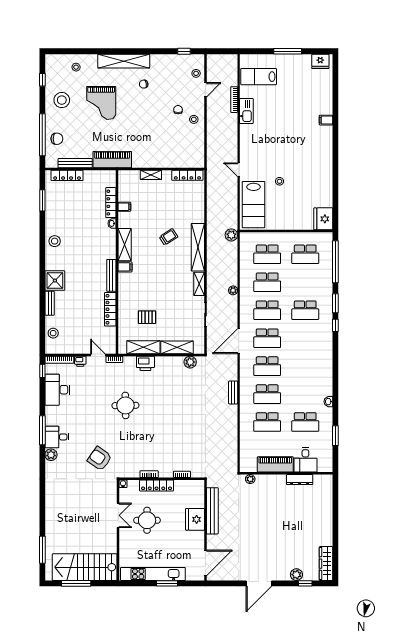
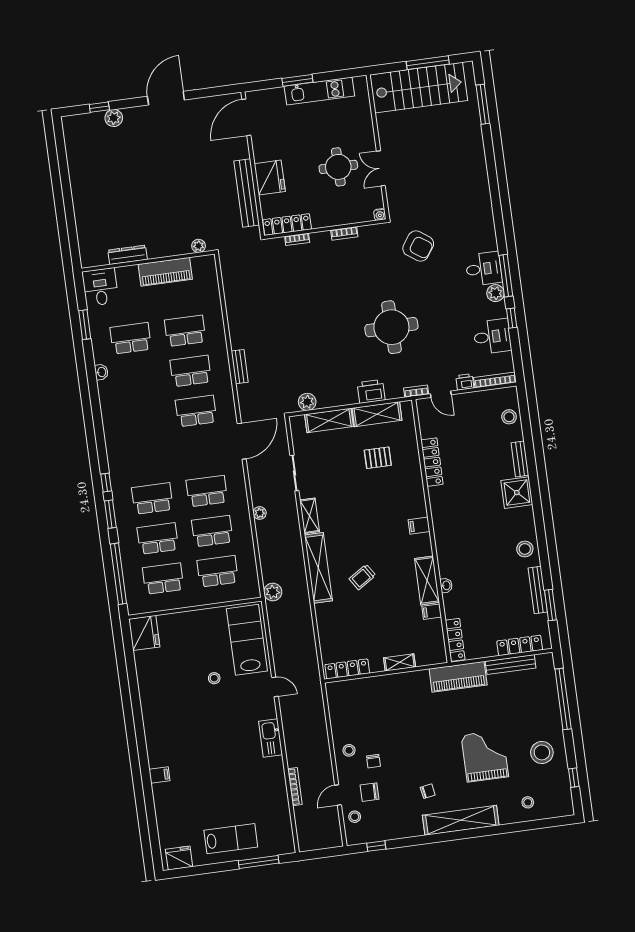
window: (288, 51) -> (259, 862), moved
lab bench: (259, 77) -> (231, 839), moved
kitchen sink: (246, 111) -> (271, 738), moved
chair: (57, 139) -> (370, 792), moved
locker: (111, 203) -> (455, 640), moved
shelving: (125, 245) -> (427, 580), moved
bench: (111, 275) -> (538, 590), moved
school desk: (267, 338) -> (158, 539), moved
window: (42, 371) -> (512, 318), moved
desk: (57, 390) -> (492, 337), width x0.73
round table: (125, 405) -> (391, 327), width x1.36, depth x1.36
plant: (51, 455) -> (496, 293), moved
desk: (305, 460) -> (100, 287), moved
locker: (157, 486) -> (287, 225), moved
wardrobe: (326, 564) -> (73, 140), removed
kitchen unit: (153, 574) -> (319, 91), width x0.73

